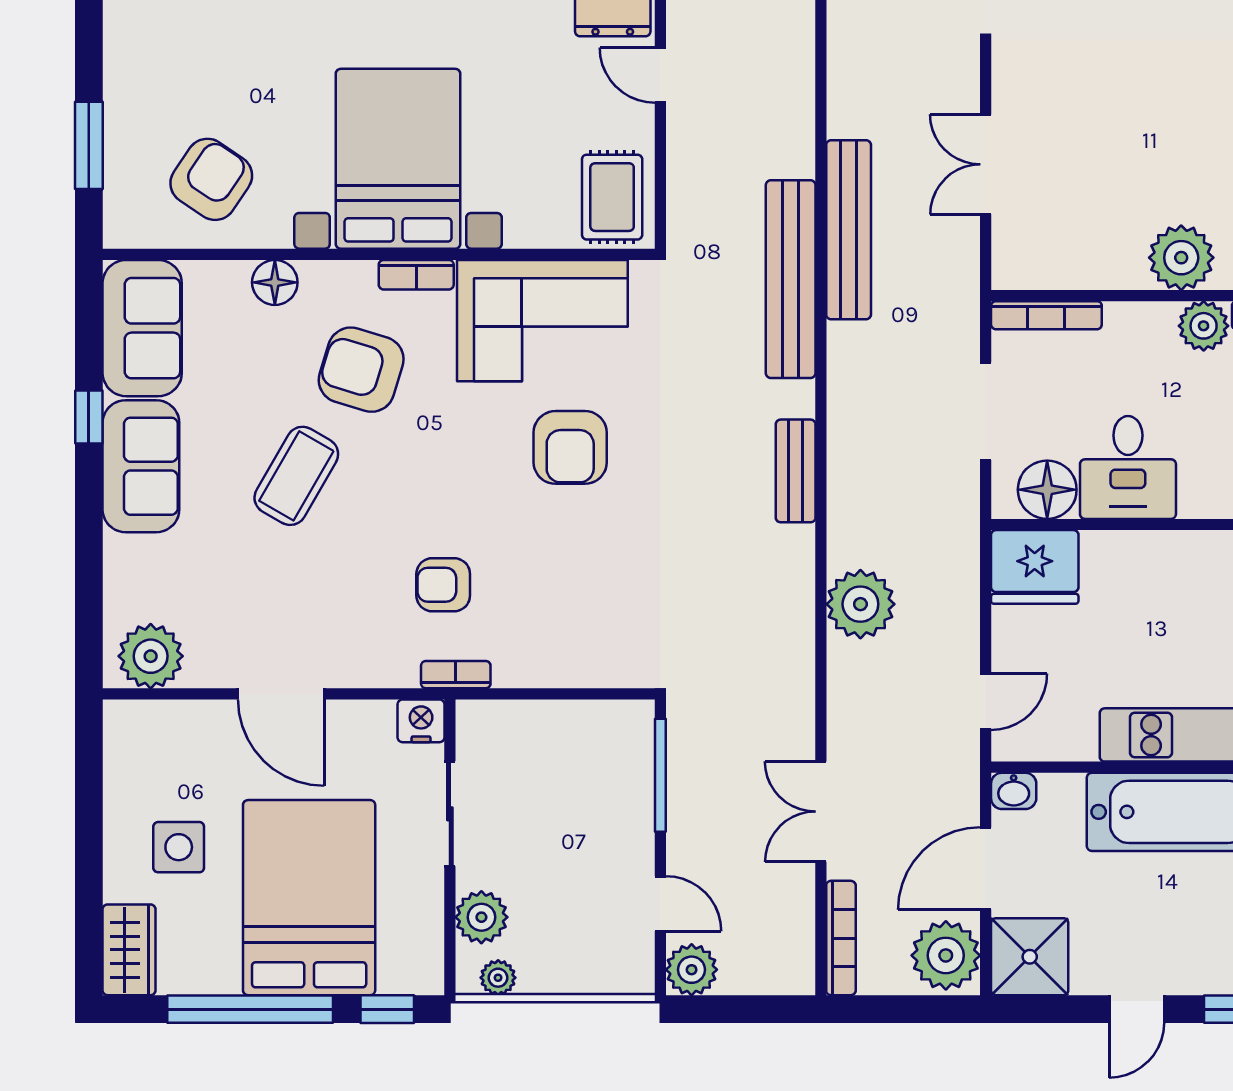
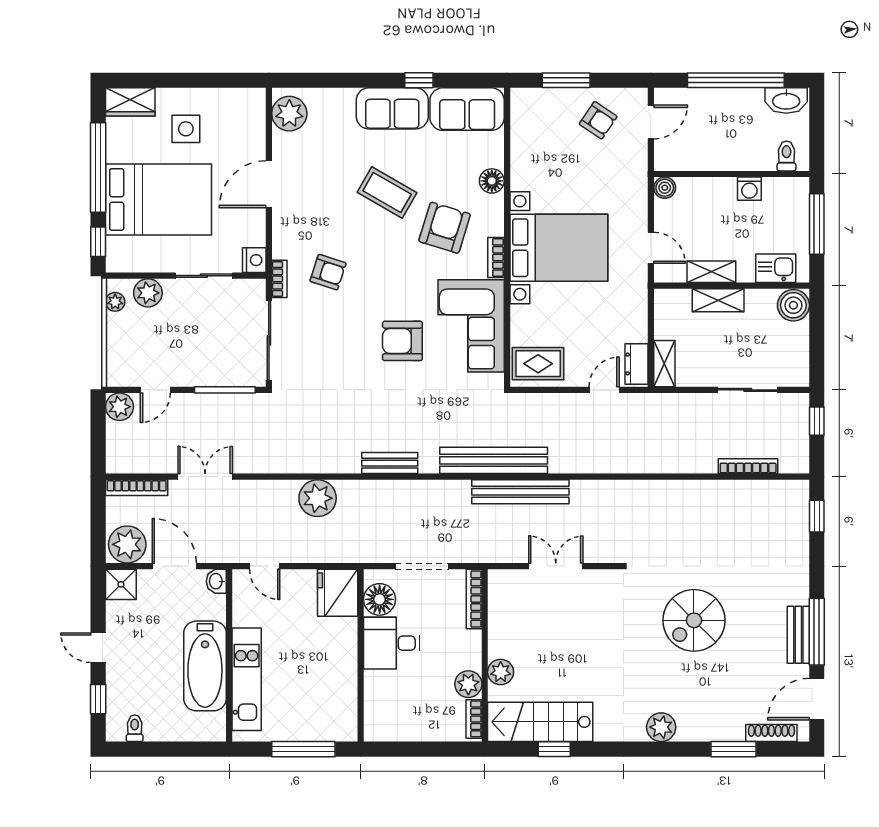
armchair: (211, 179) -> (598, 120), moved, width x0.72, depth x0.72
plant: (1181, 258) -> (501, 672), width x0.73, depth x0.73
armchair: (443, 585) -> (328, 272), turned 108
sliding door: (569, 694) -> (269, 340), added
shower: (1030, 957) -> (121, 584), width x0.73, depth x0.73

